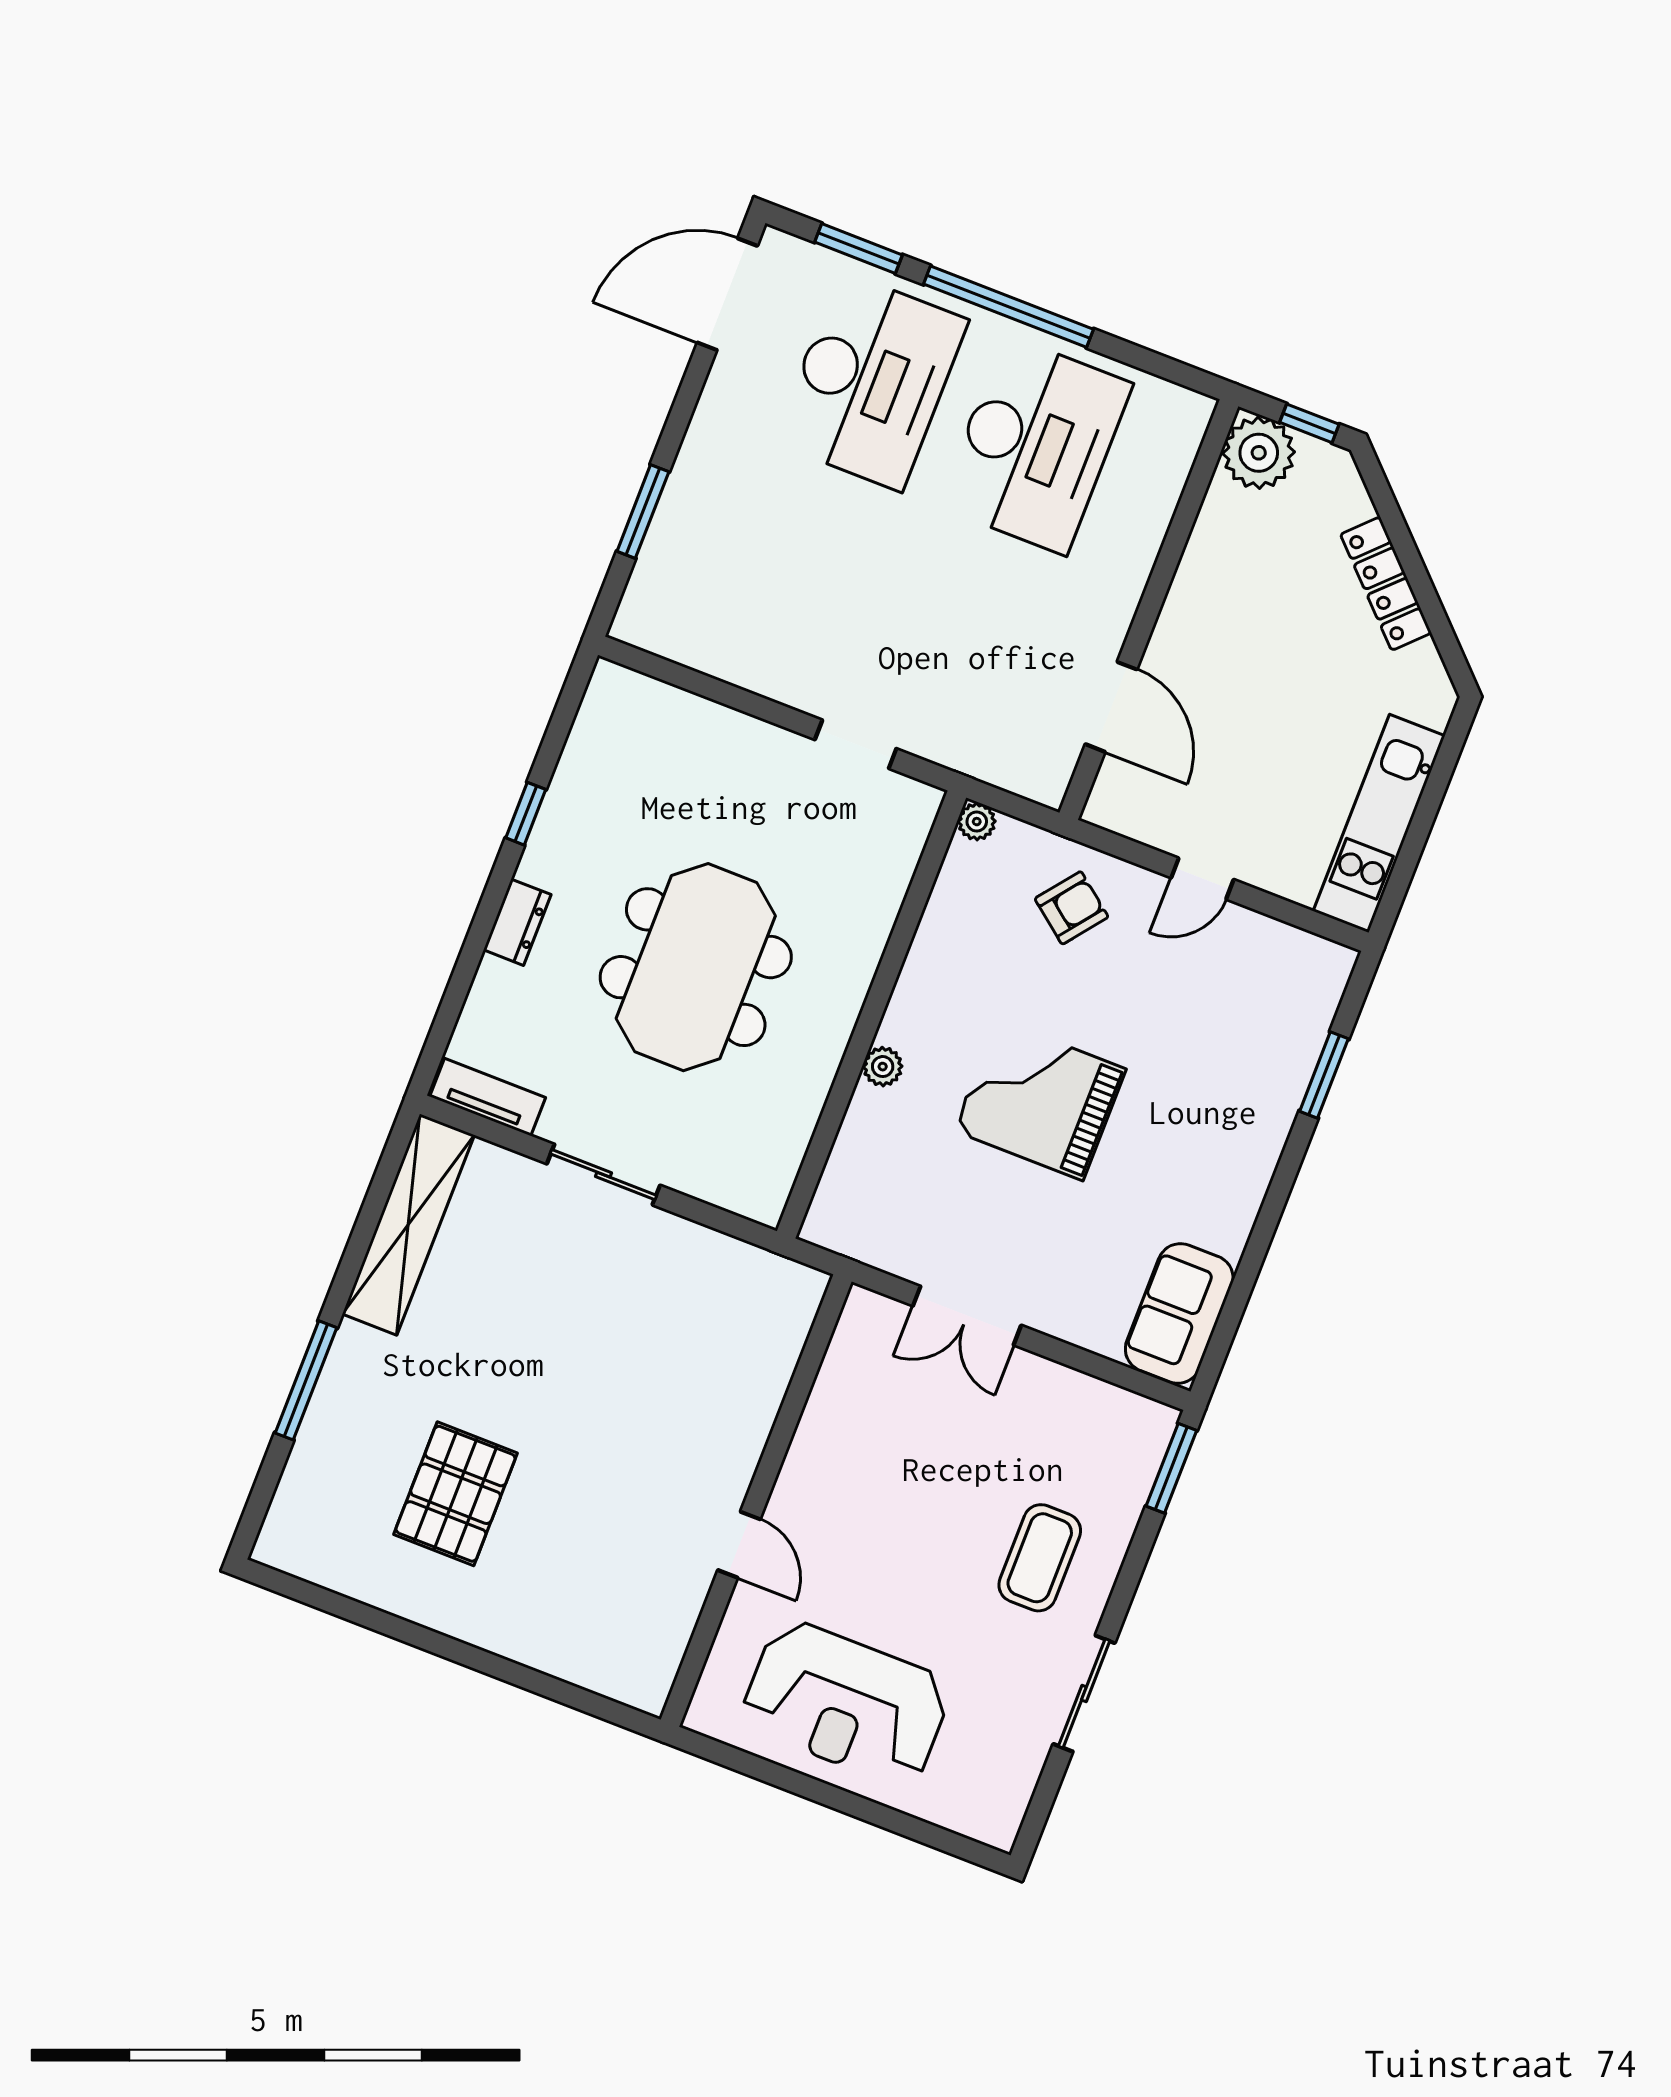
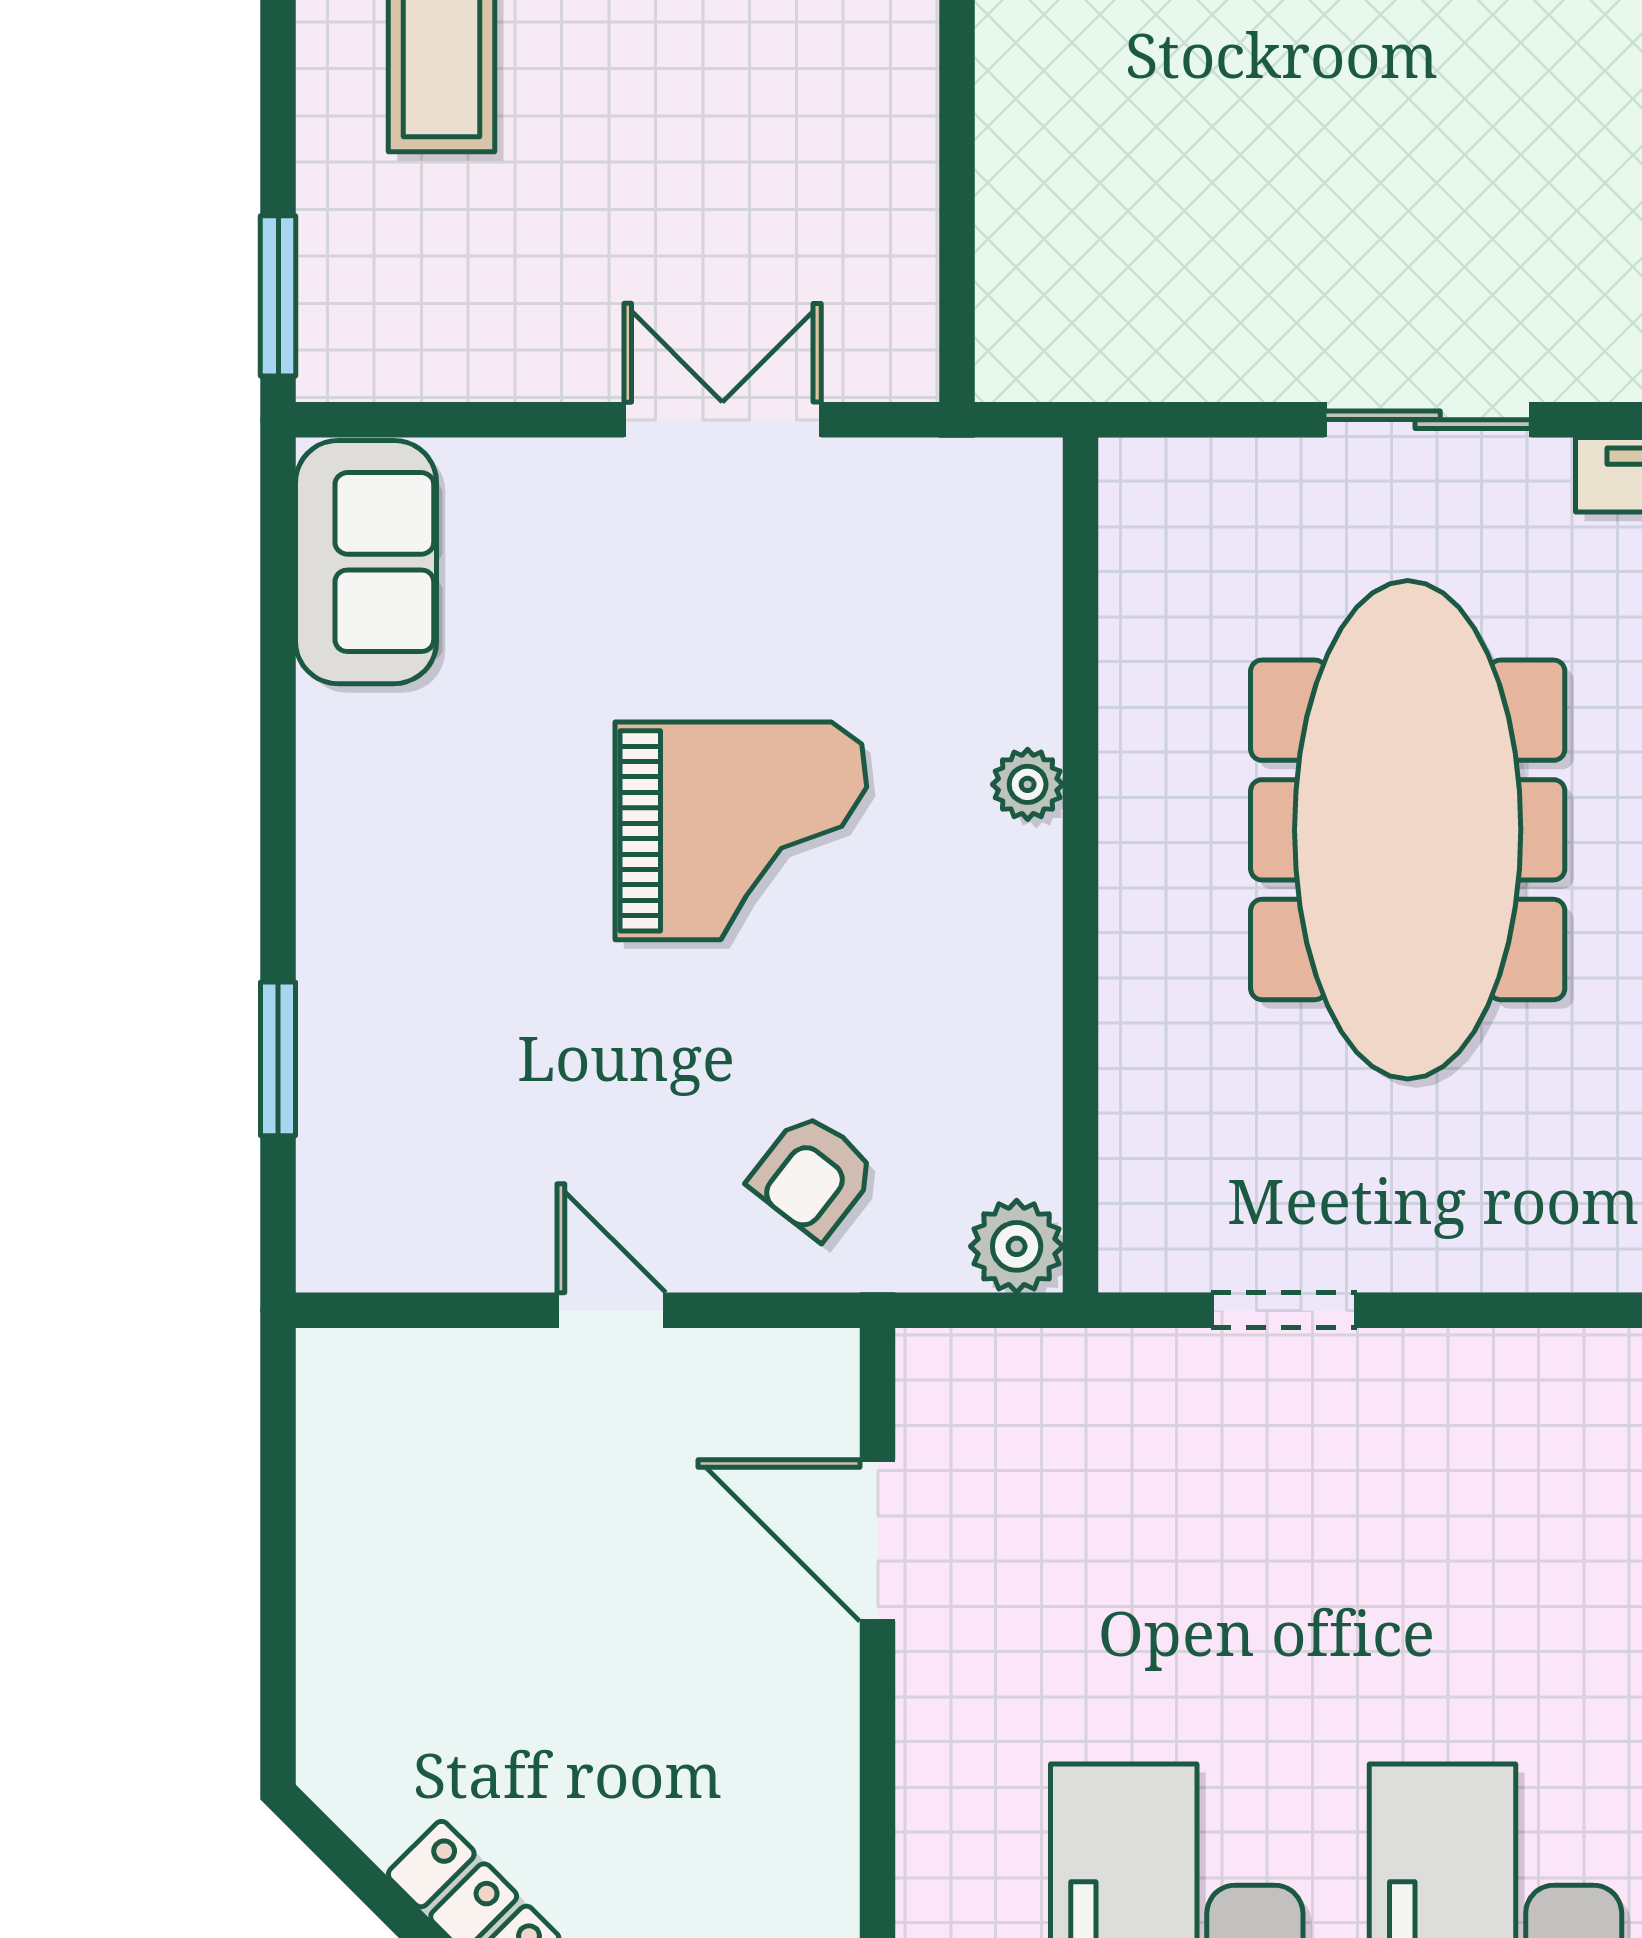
plant: (977, 822) -> (1017, 1246), width x1.38, depth x1.38
kitchen unit: (1379, 823) -> (350, 1519), removed
door: (1202, 879) -> (611, 1310), hinge flipped
meeting table: (696, 967) -> (1408, 830), width x1.36

